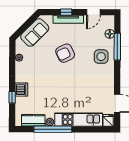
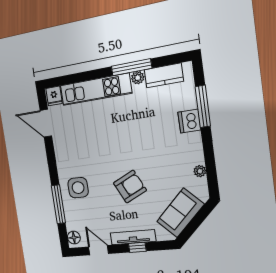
door: (93, 12) -> (99, 250), hinge flipped
floor lamp: (110, 34) -> (74, 238), moved
window: (12, 97) -> (203, 106), width x2.17
window: (53, 129) -> (131, 67), width x0.68

